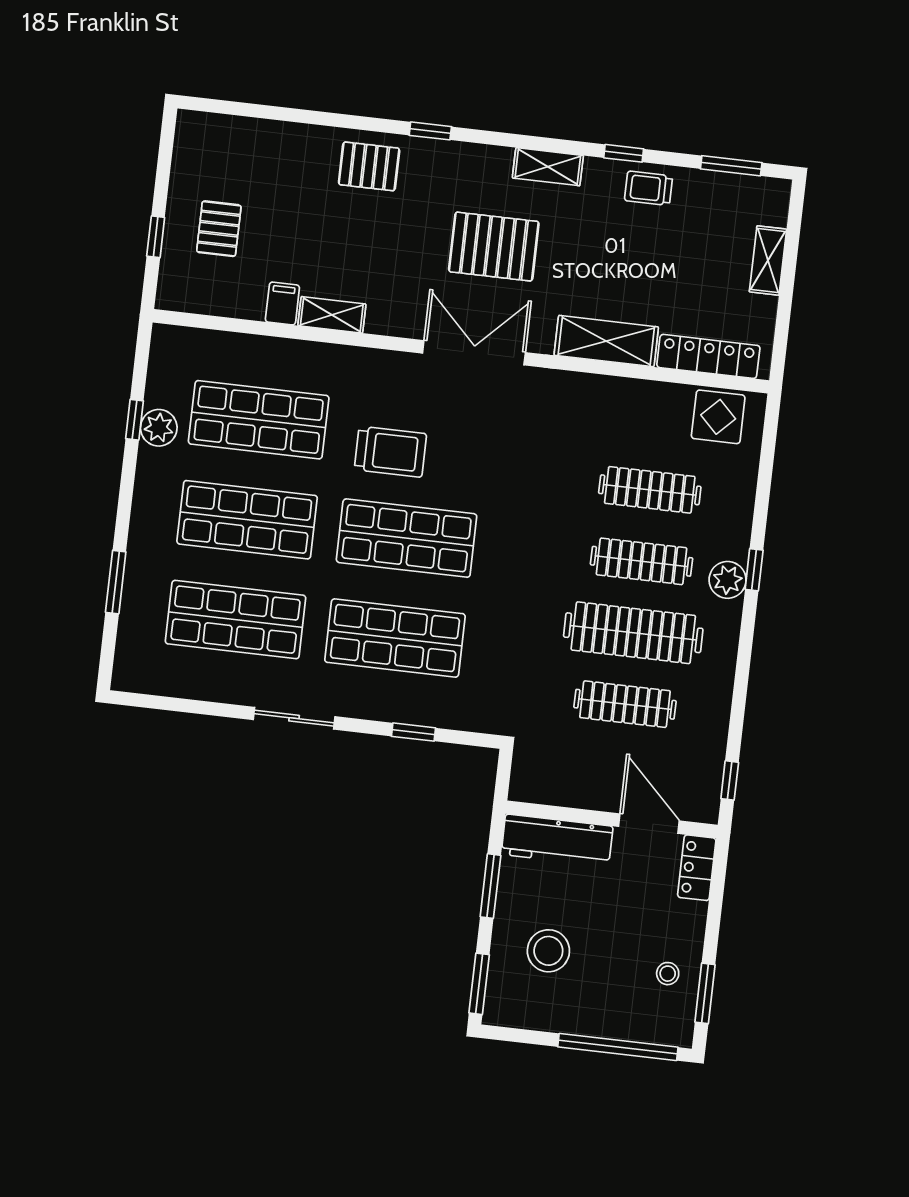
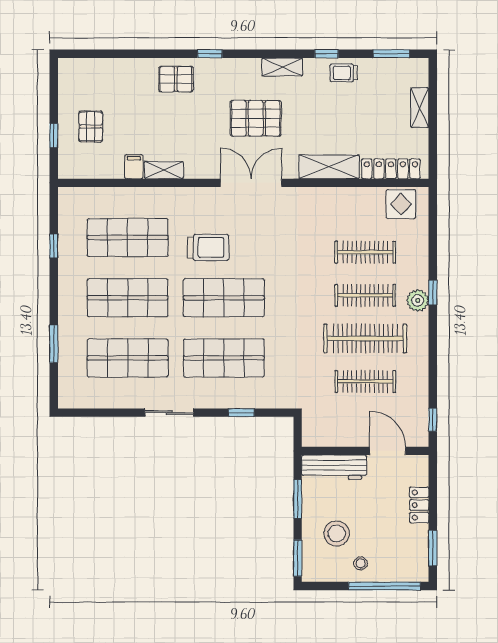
plant: (159, 428) -> (69, 249), removed
locker: (697, 868) -> (419, 505), moved
stool: (668, 974) -> (361, 563), moved

